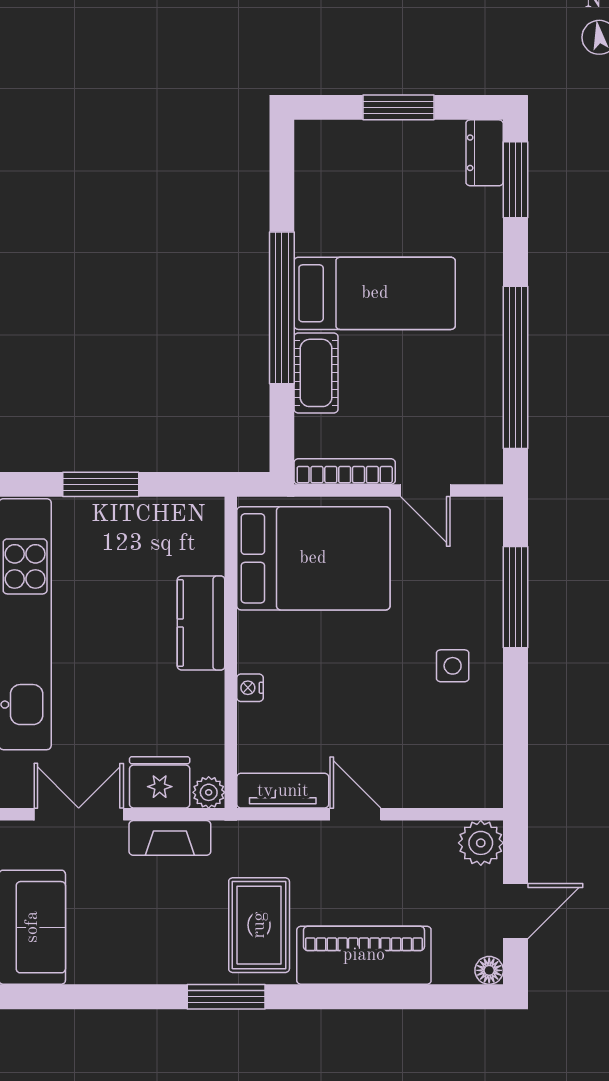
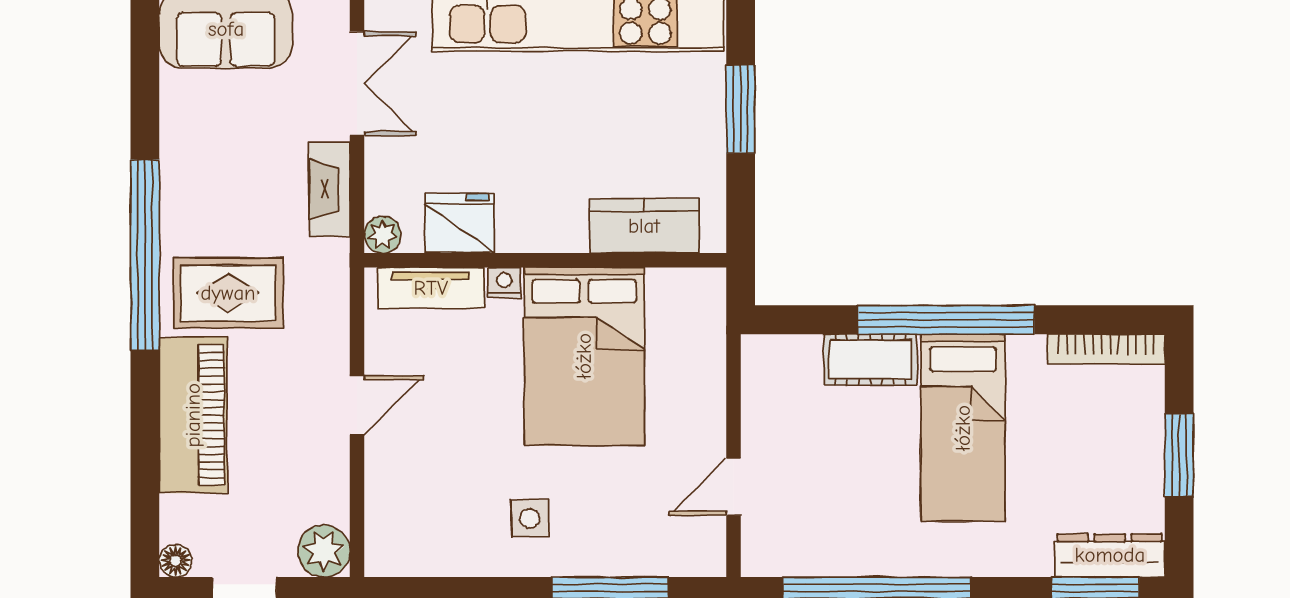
dresser: (485, 153) -> (1110, 555), width x1.44
bookcase: (345, 472) -> (1106, 349), moved, turned 90
bed: (313, 558) -> (584, 356), moved
kitchen counter: (201, 623) -> (644, 226), moved
fridge: (160, 782) -> (460, 223), moved, turned -90
tv unit: (283, 791) -> (431, 288), moved, turned 90
window: (226, 997) -> (145, 255), width x2.11

